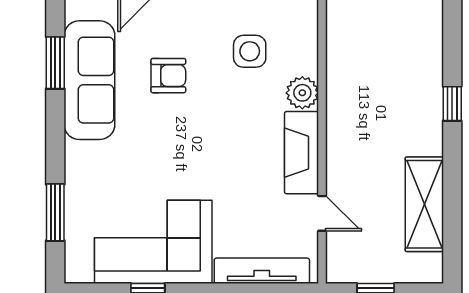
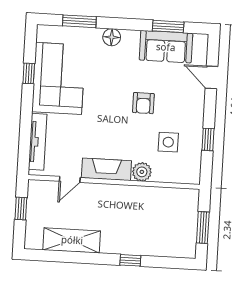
armchair: (168, 76) -> (143, 103), moved
sofa: (89, 80) -> (166, 47), width x0.73
floor lamp: (79, 157) -> (112, 37), added

